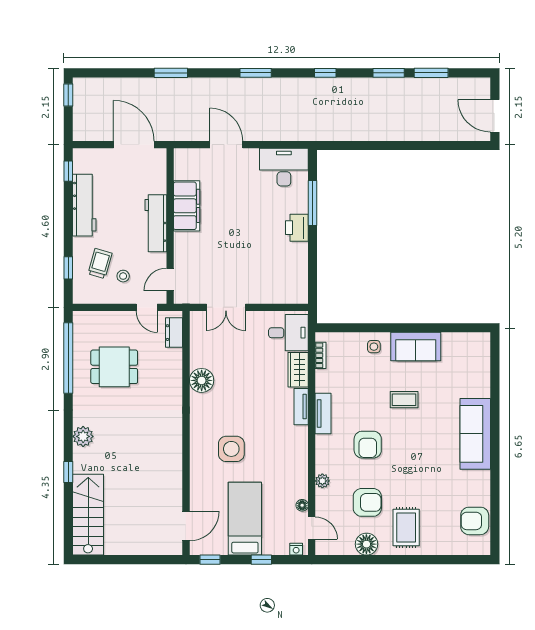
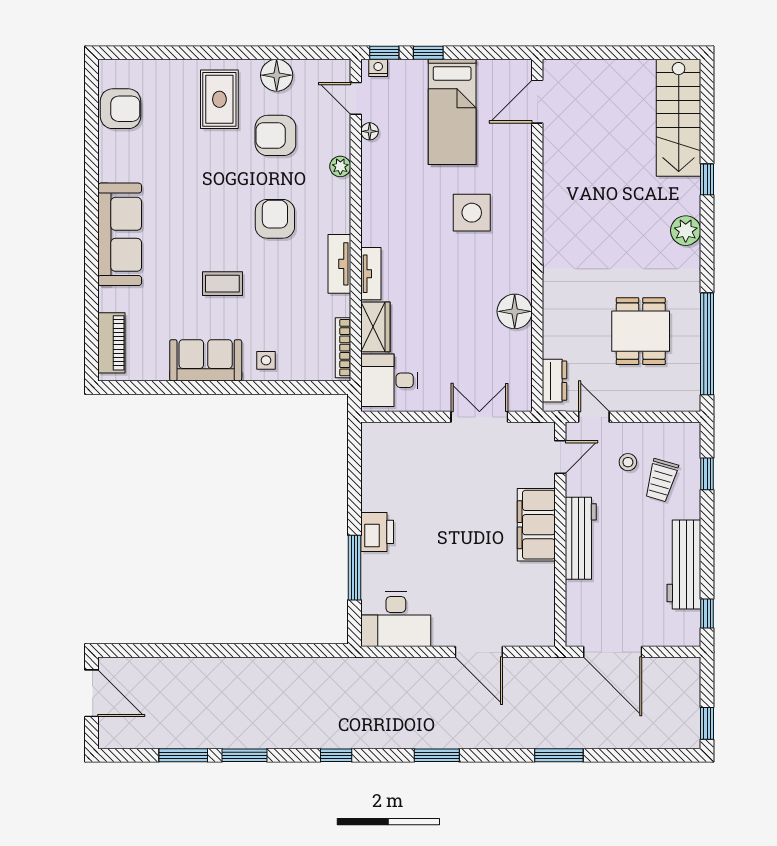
filing cabinet: (187, 206) -> (536, 525), moved
bookcase: (321, 355) -> (343, 348), width x1.56
piano: (481, 359) -> (111, 343), added
dining table: (114, 367) -> (641, 331), turned 90
window: (210, 560) -> (384, 53), moved

